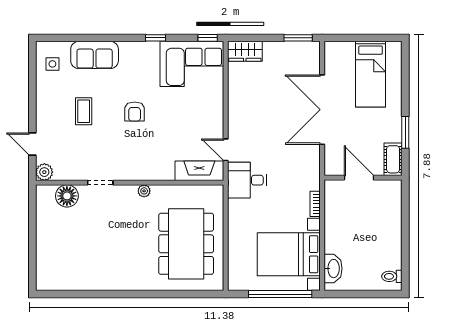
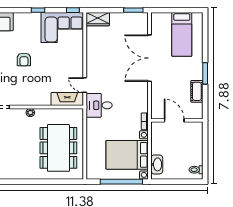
door: (359, 178) -> (174, 120), moved
wall: (363, 178) -> (177, 120), moved

